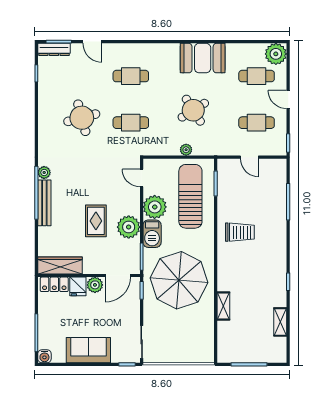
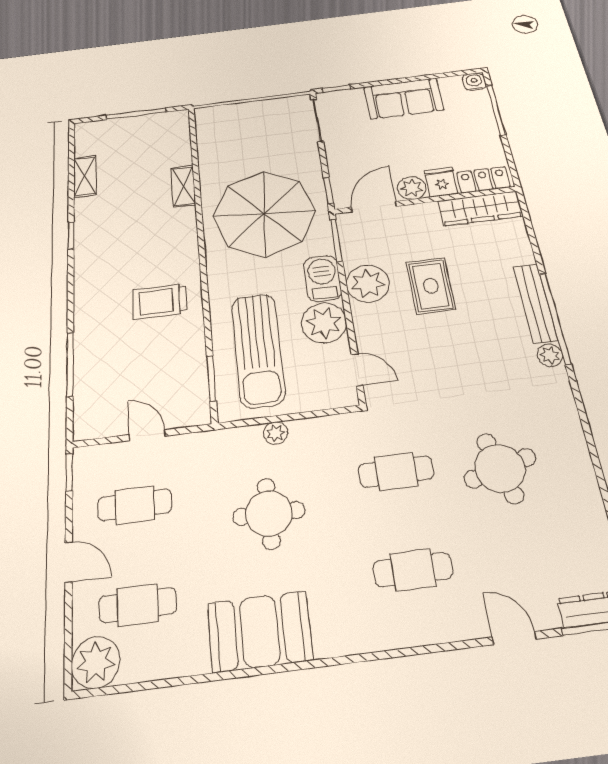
round table: (193, 110) -> (269, 514), turned 32

